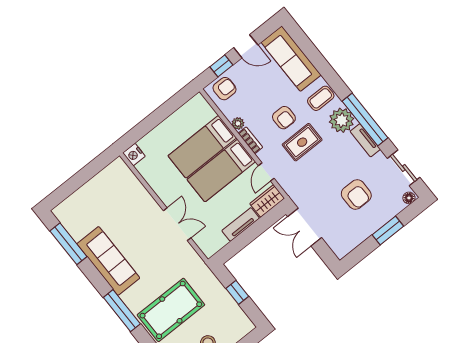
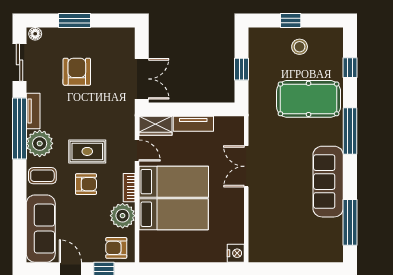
armchair: (284, 118) -> (86, 184), turned 90
plant: (238, 123) -> (123, 216), width x1.88, depth x1.88
door: (266, 172) -> (137, 151), hinge flipped

